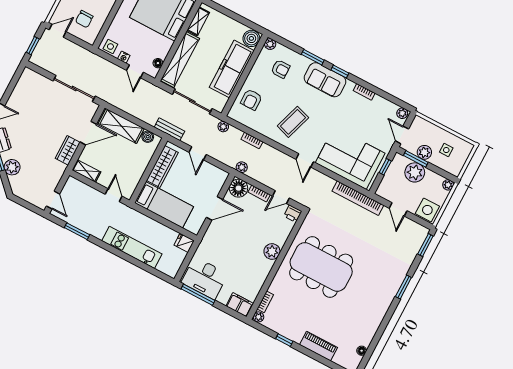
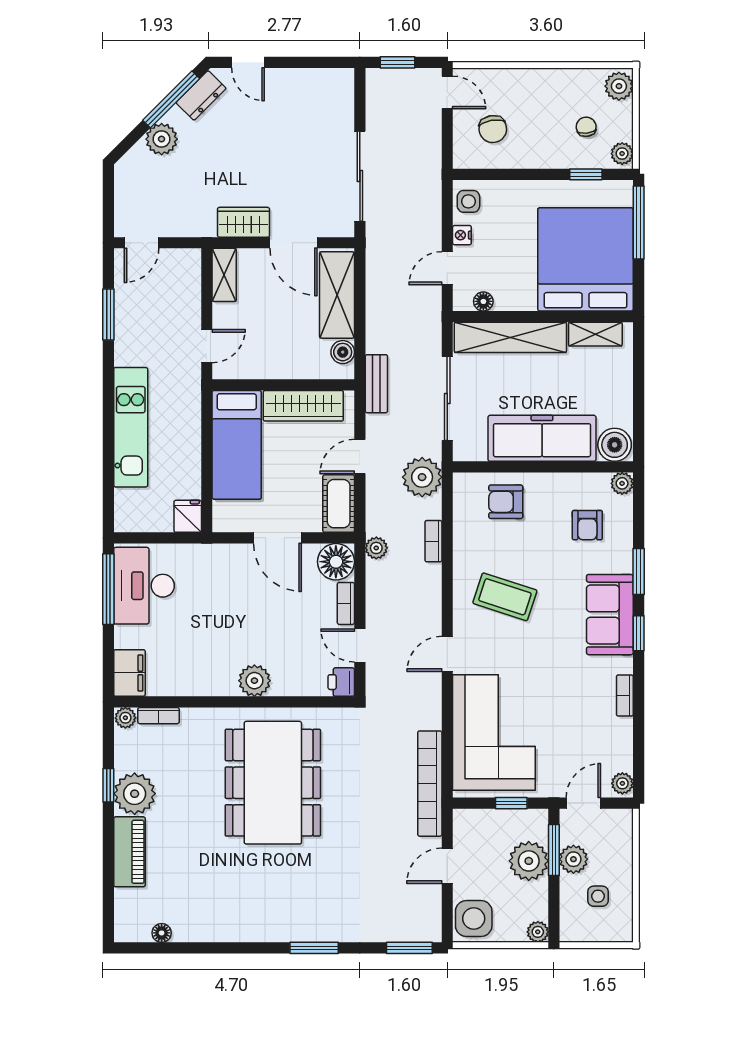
chair: (84, 19) -> (493, 129), turned -100
plant: (223, 127) -> (422, 477), width x1.88, depth x1.88
cot: (213, 174) -> (339, 504), added
plant: (294, 330) -> (135, 794), added

